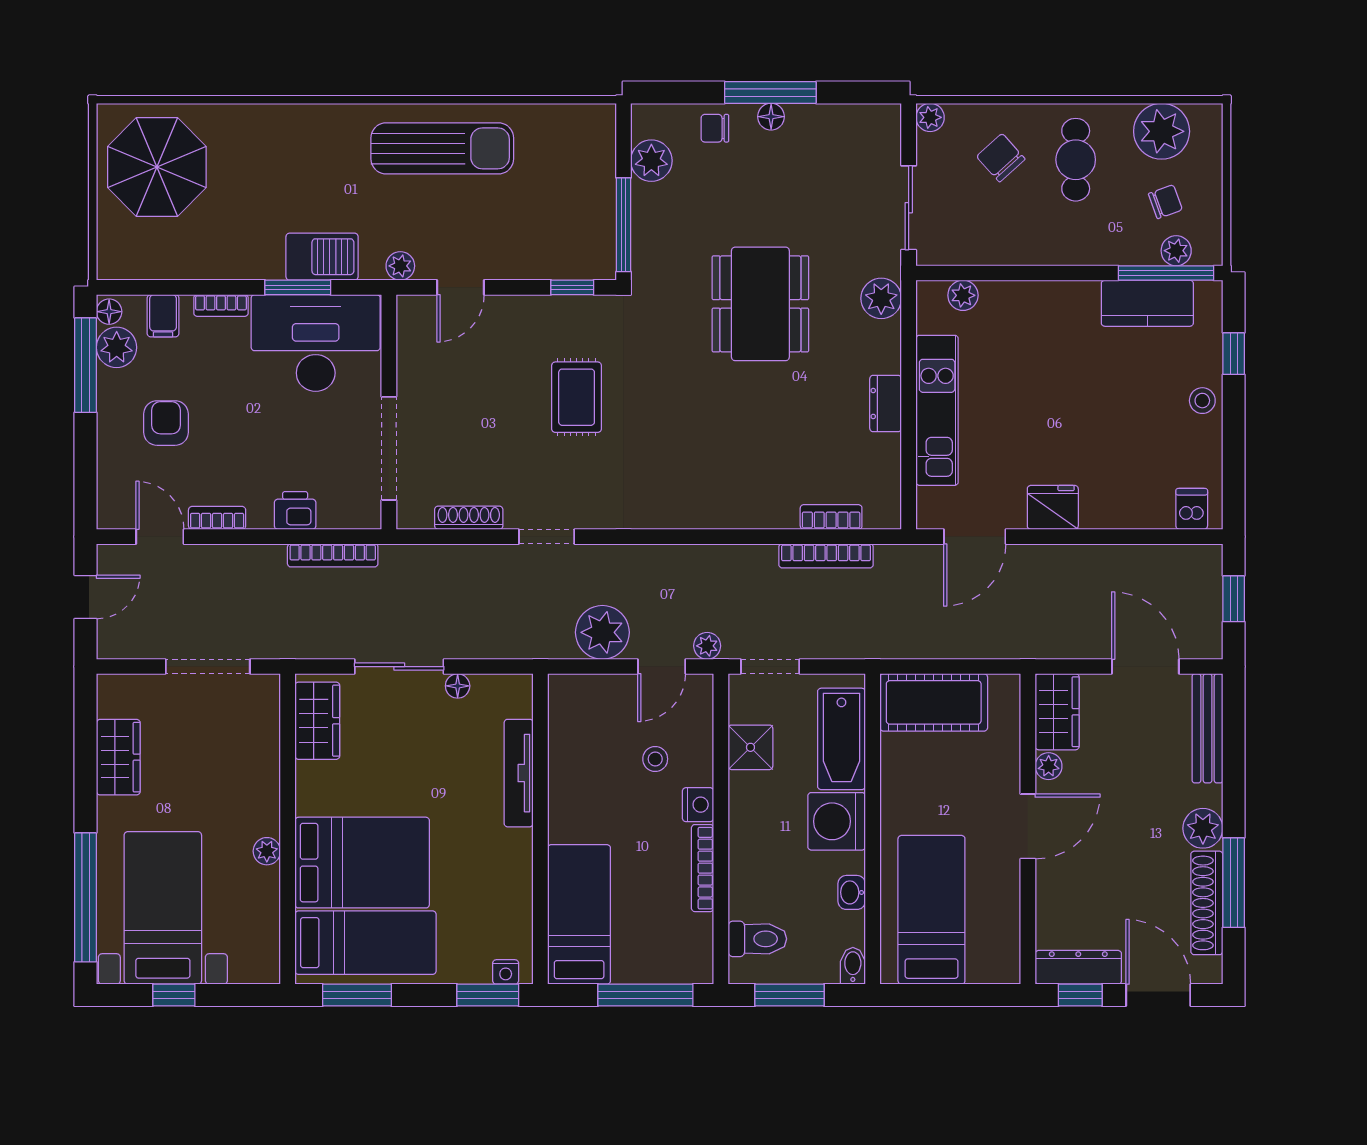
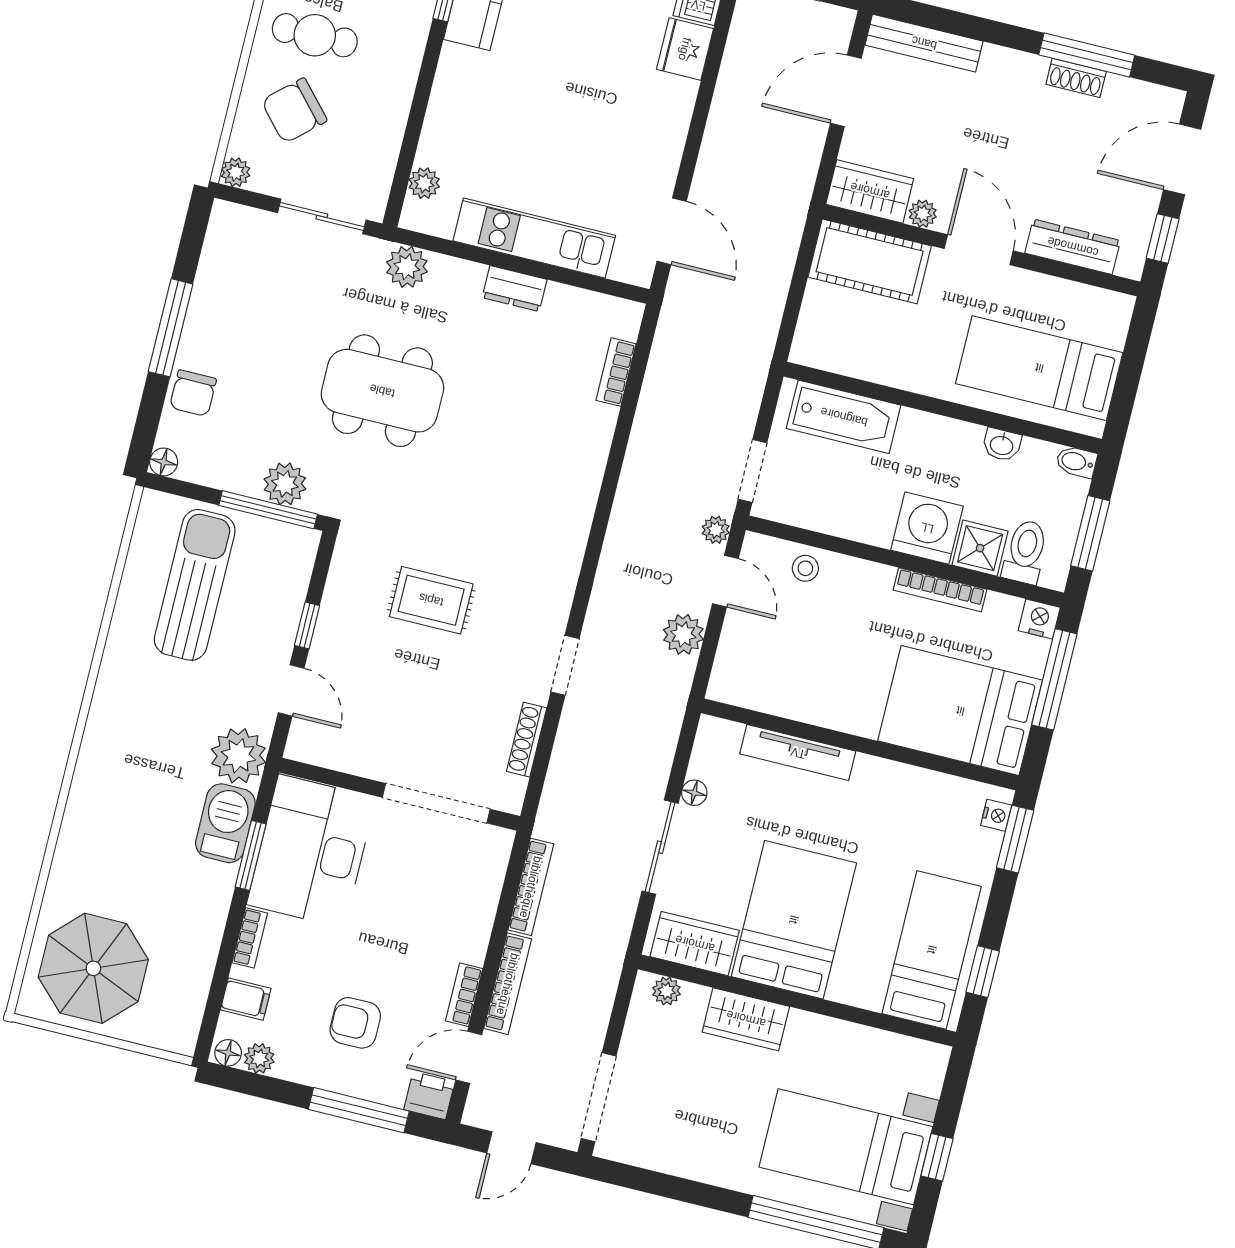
floor lamp: (771, 117) -> (164, 462), moved
chair: (715, 128) -> (193, 393), width x1.37, depth x1.37
sun lounger: (442, 148) -> (195, 585), moved
chair: (1001, 158) -> (294, 111), width x1.37, depth x1.37
plant: (651, 161) -> (285, 484), moved
plant: (400, 266) -> (238, 756), width x1.88, depth x1.88
window: (572, 287) -> (307, 625), moved
plant: (117, 347) -> (259, 1058), width x0.73, depth x0.73
window: (86, 365) -> (359, 1110), moved
fridge: (1053, 507) -> (685, 49), moved
printer: (295, 510) -> (429, 1096), moved, turned 90
bookcase: (826, 556) -> (508, 984), moved
door: (86, 597) -> (511, 1148), swing flipped
plant: (602, 632) -> (683, 634), width x0.73, depth x0.73
doorway: (208, 667) -> (599, 1097), moved
cot: (934, 702) -> (870, 261), moved, turned 90
shower: (750, 747) -> (980, 548), moved
wardrobe: (118, 757) -> (746, 1019), moved, turned 180
stool: (655, 759) -> (805, 568), moved
nightstand: (698, 805) -> (1039, 619), moved
washing machine: (837, 821) -> (927, 528), moved, turned 180
plant: (1203, 828) -> (1024, 73), removed
plant: (267, 851) -> (667, 991), moved
bed: (362, 863) -> (794, 920), moved
shoe rack: (1207, 903) -> (1076, 78), width x0.51, depth x0.81
bed: (579, 914) -> (960, 711), width x1.50
dresser: (1078, 967) -> (1073, 247), moved, turned 90
window: (357, 995) -> (983, 972), width x0.67

